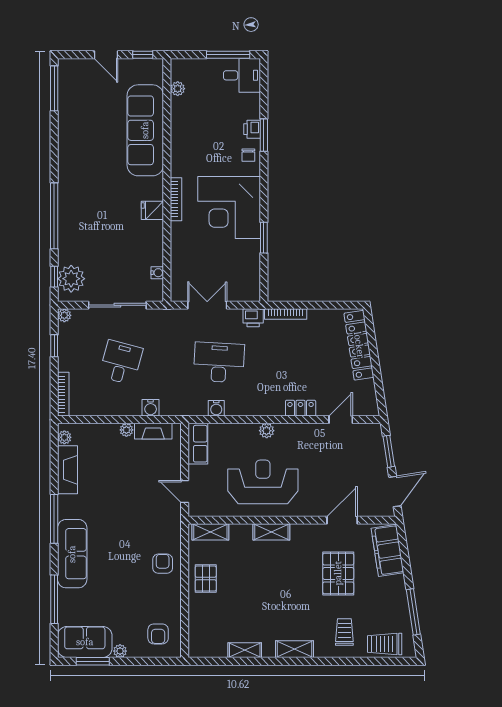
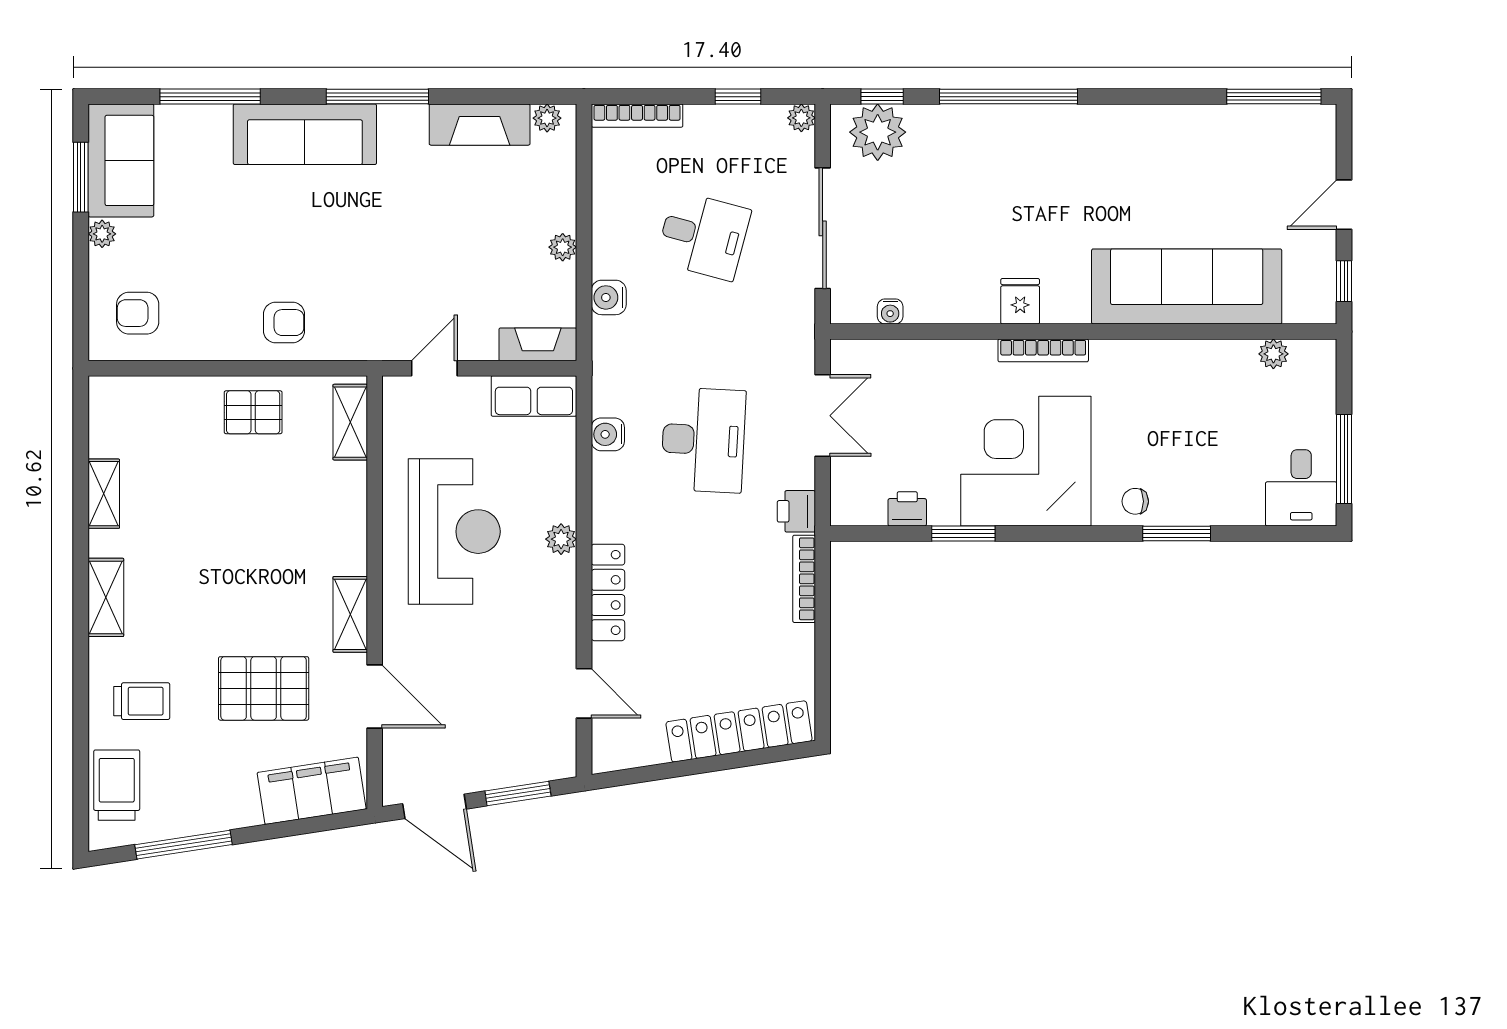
printer: (252, 129) -> (907, 509), moved
locker: (301, 408) -> (608, 592), width x1.53
fireplace: (153, 431) -> (538, 344), moved, turned 90
shelving: (271, 532) -> (350, 614), moved

